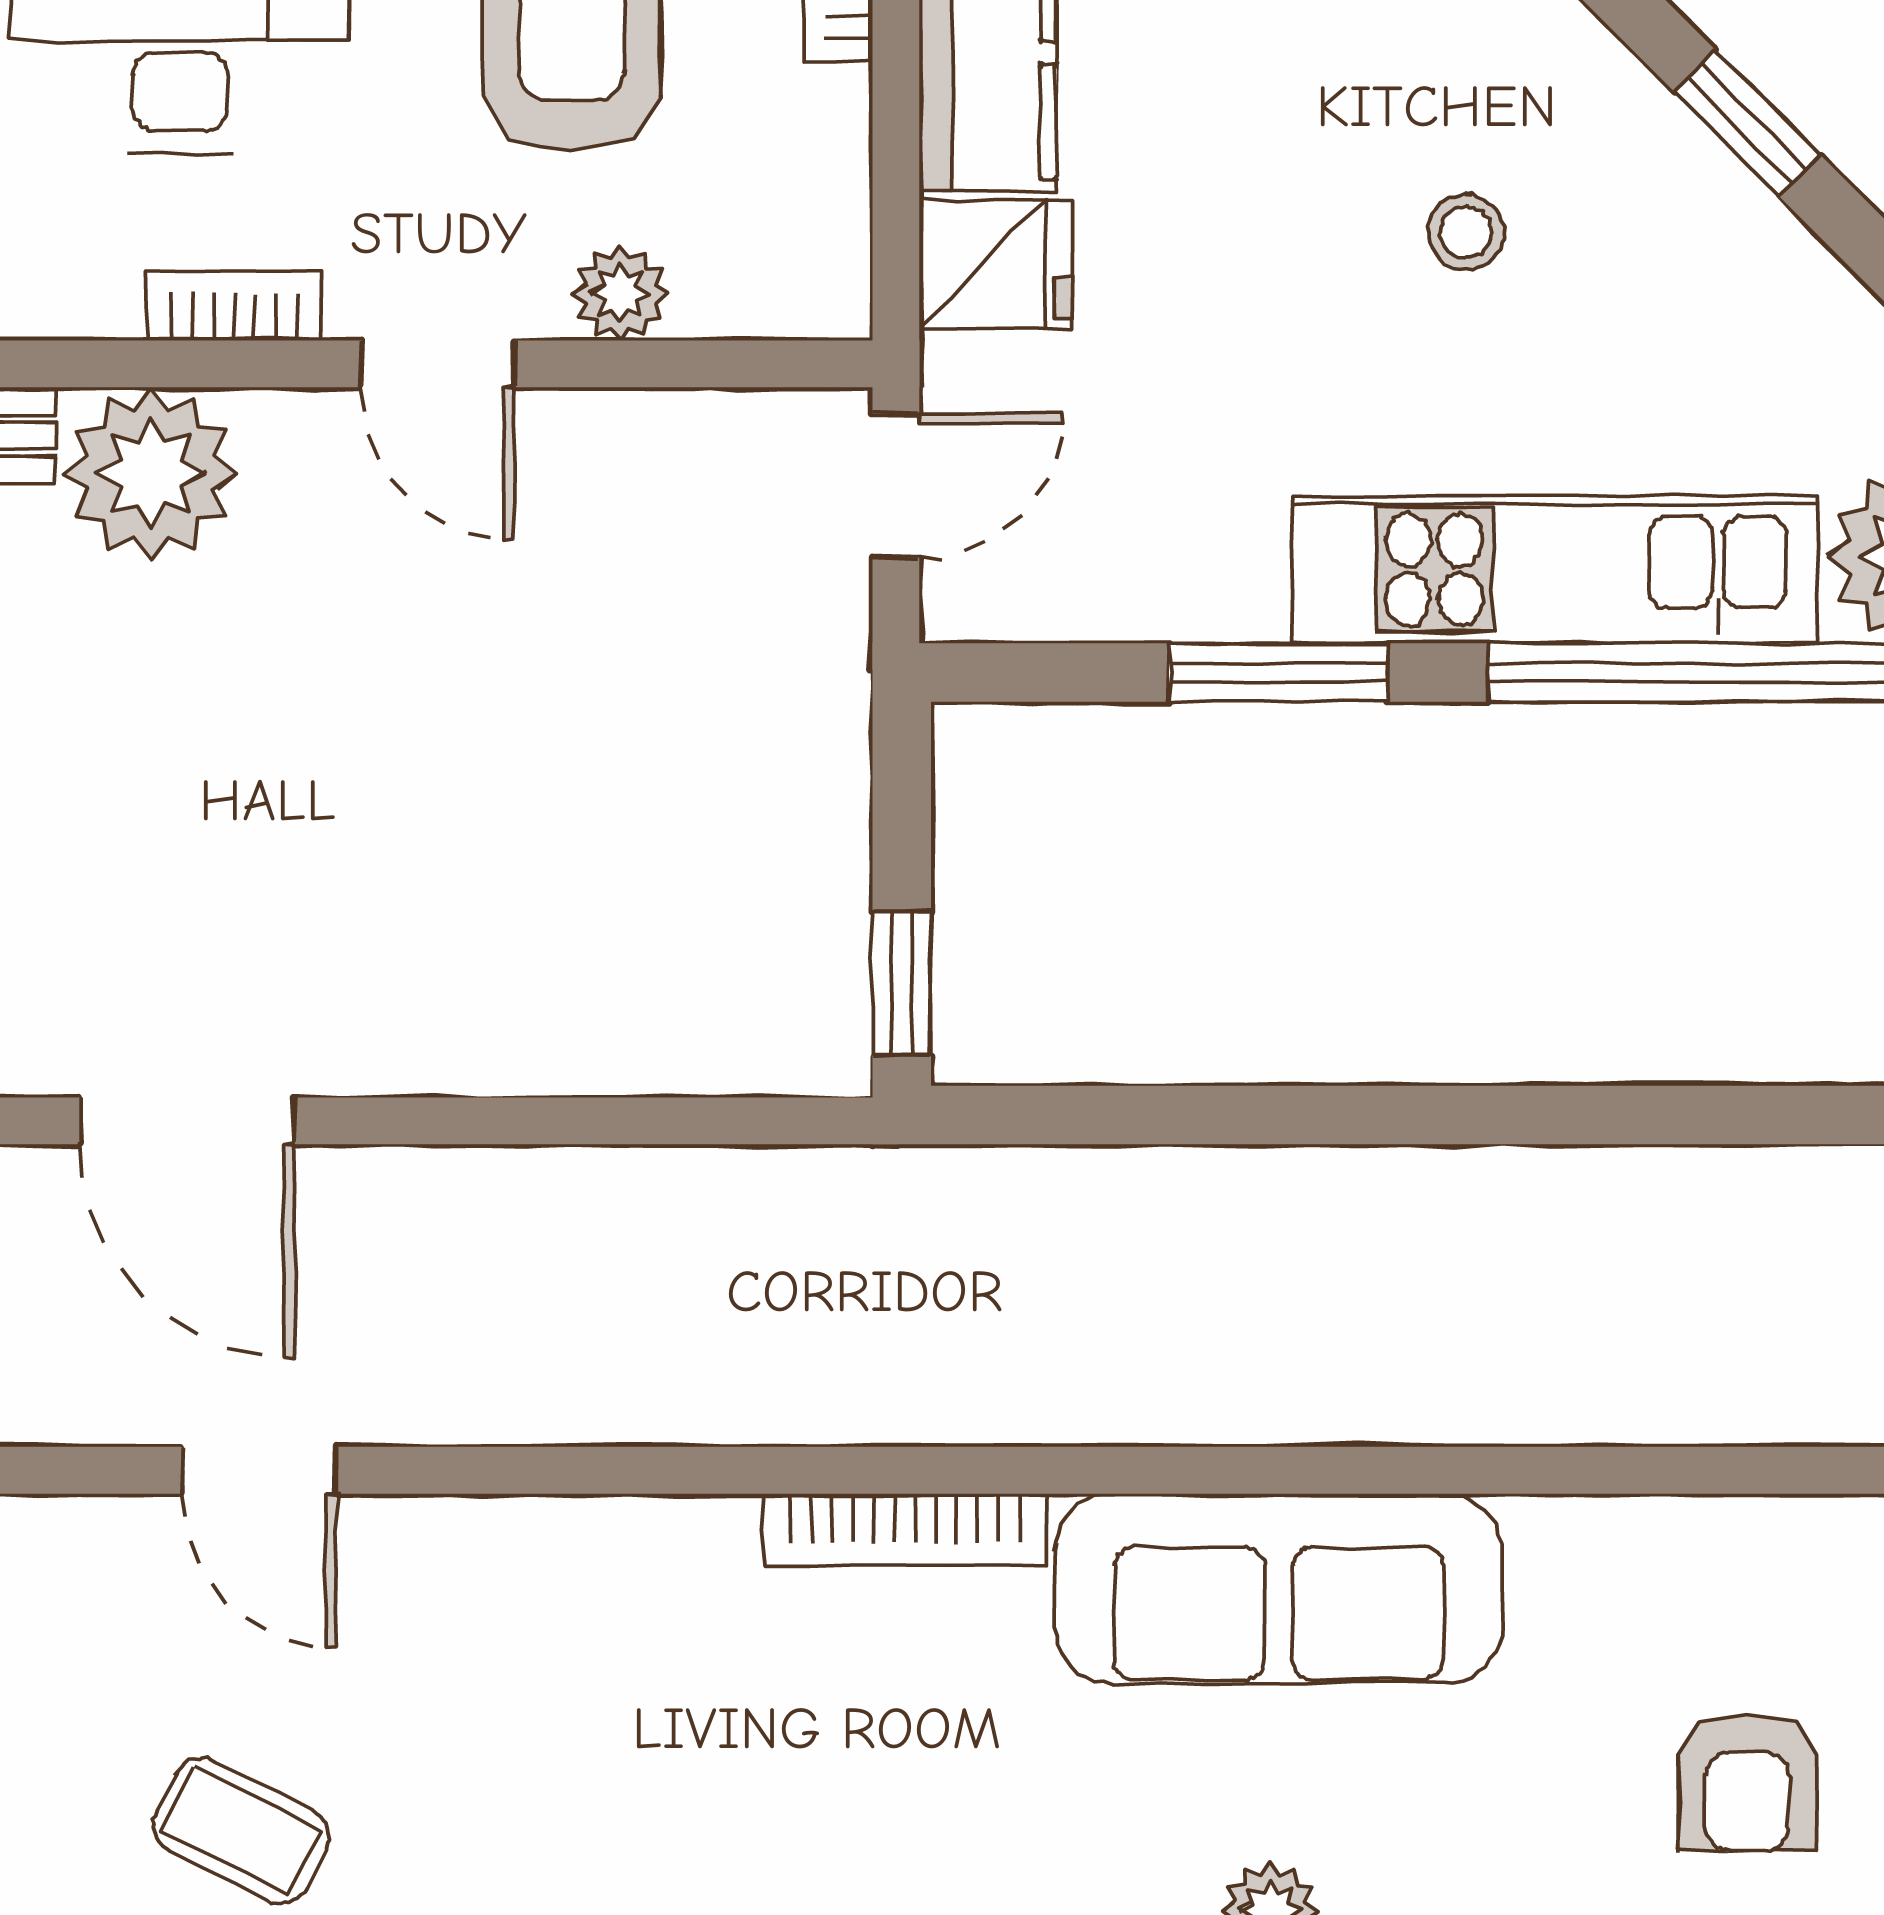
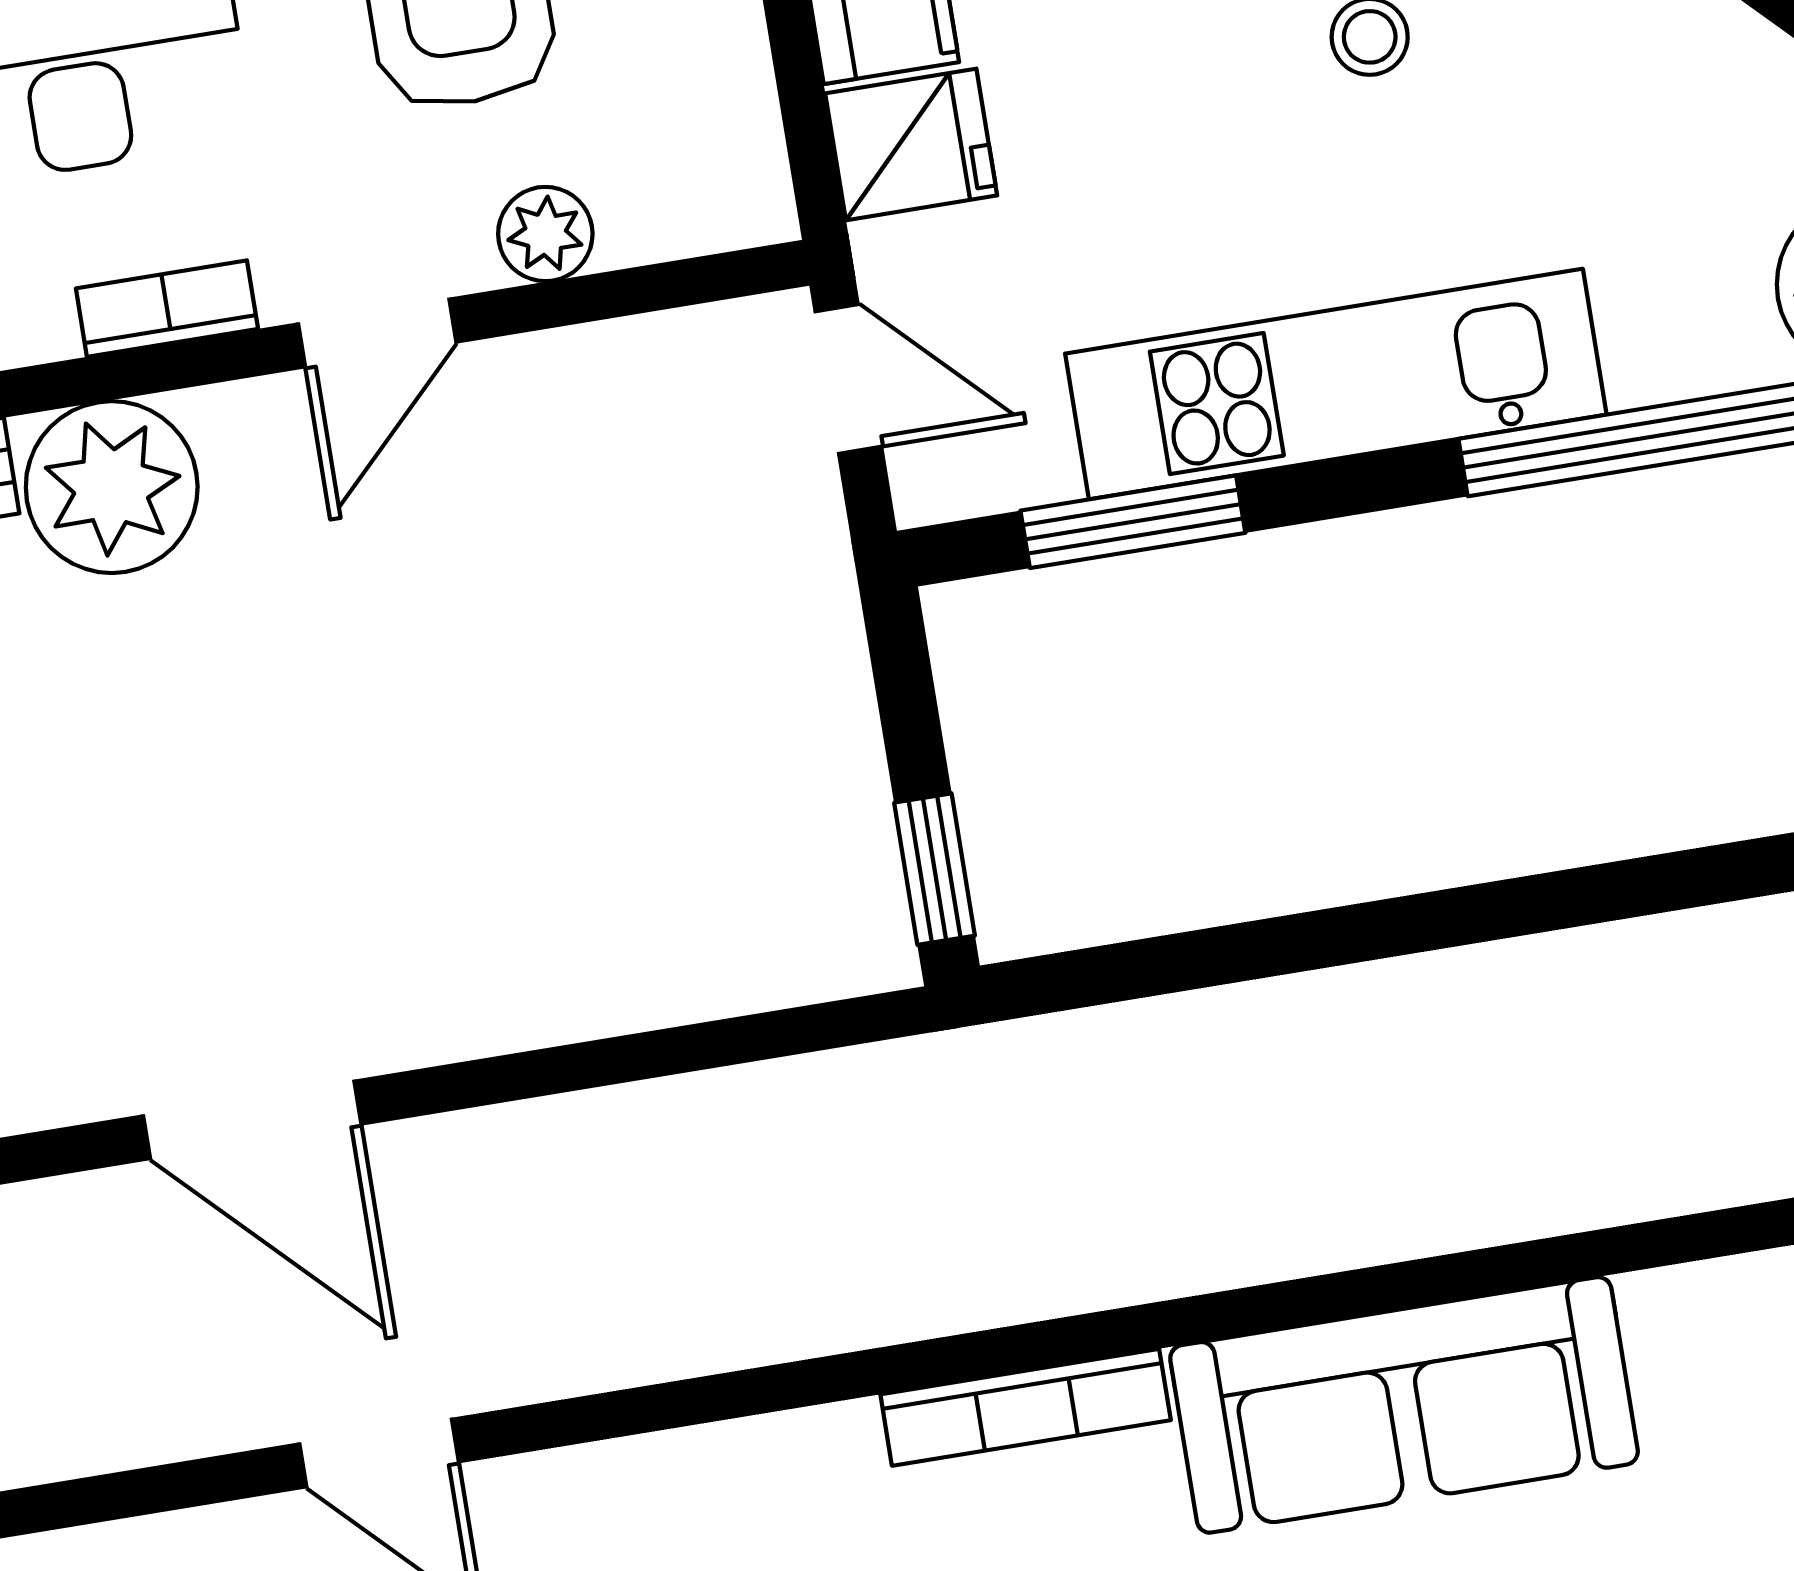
door: (438, 364) -> (377, 333), hinge flipped
door: (896, 486) -> (848, 379), hinge flipped
kitchen unit: (1555, 569) -> (1336, 384), moved
window: (1278, 673) -> (1133, 522), moved

